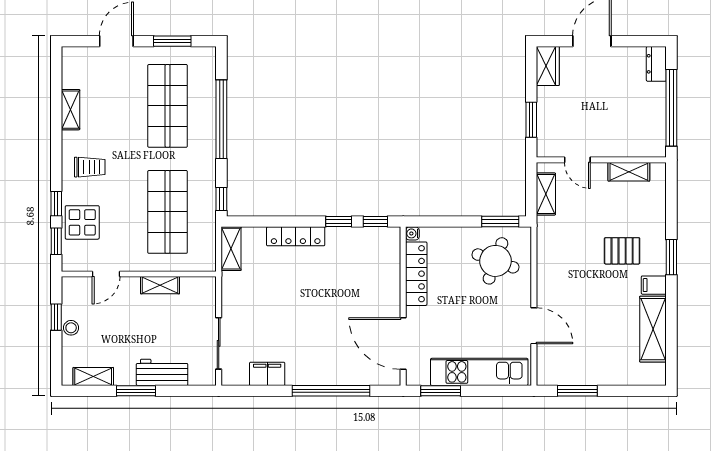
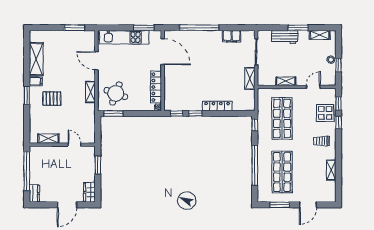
shelving: (546, 194) -> (90, 92), moved
shelving: (231, 249) -> (250, 78), moved

